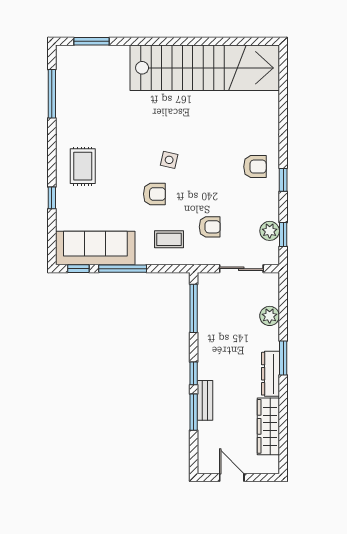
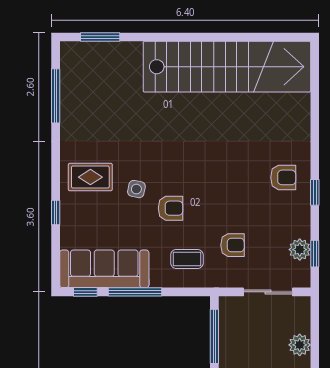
side table: (169, 160) -> (136, 189), moved
rug: (83, 166) -> (90, 177), turned 90

